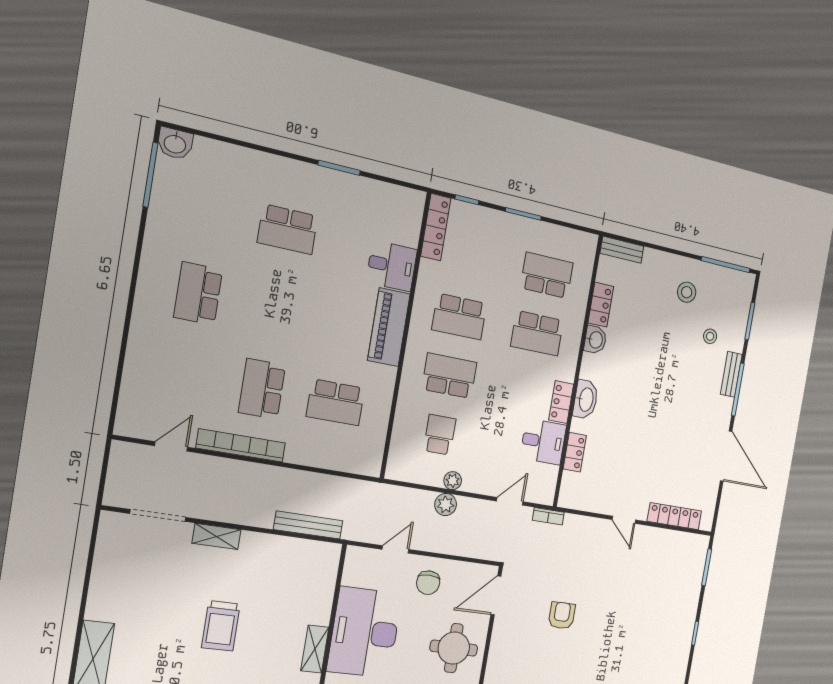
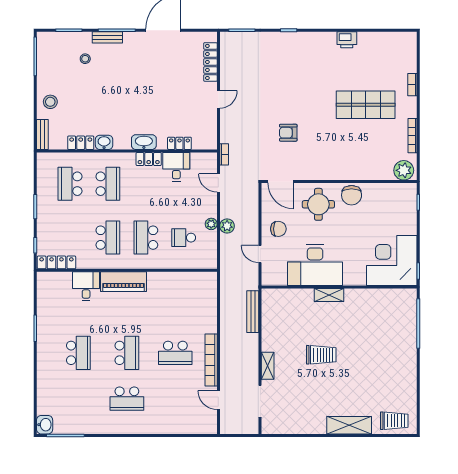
stool: (687, 292) -> (50, 102), moved
school desk: (335, 402) -> (127, 353), moved

